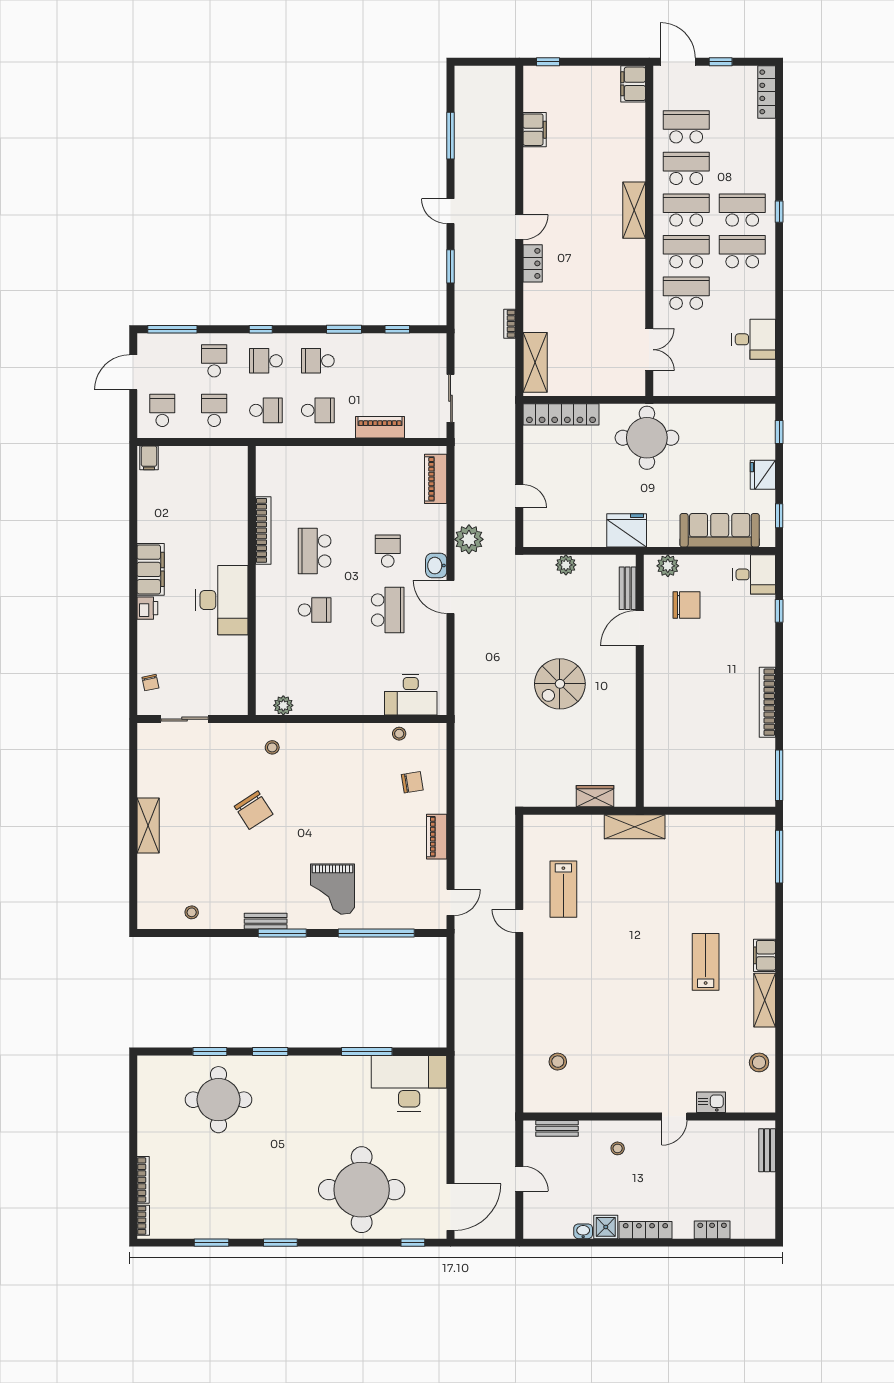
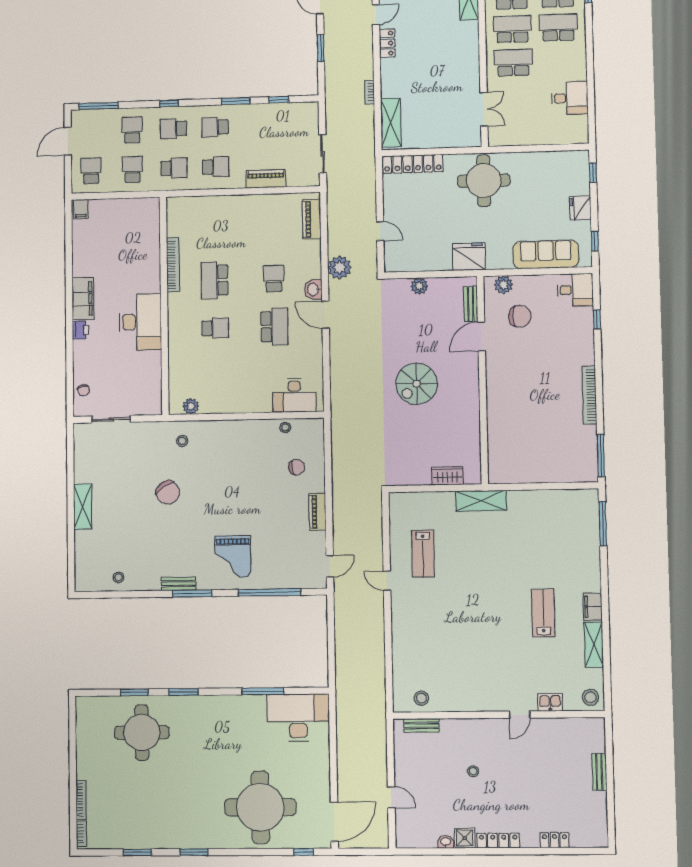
kitchen sink: (711, 1102) -> (550, 702), moved
wall: (649, 1116) -> (498, 715), moved
door: (674, 1116) -> (520, 715), moved
bench: (557, 1128) -> (421, 725), moved

